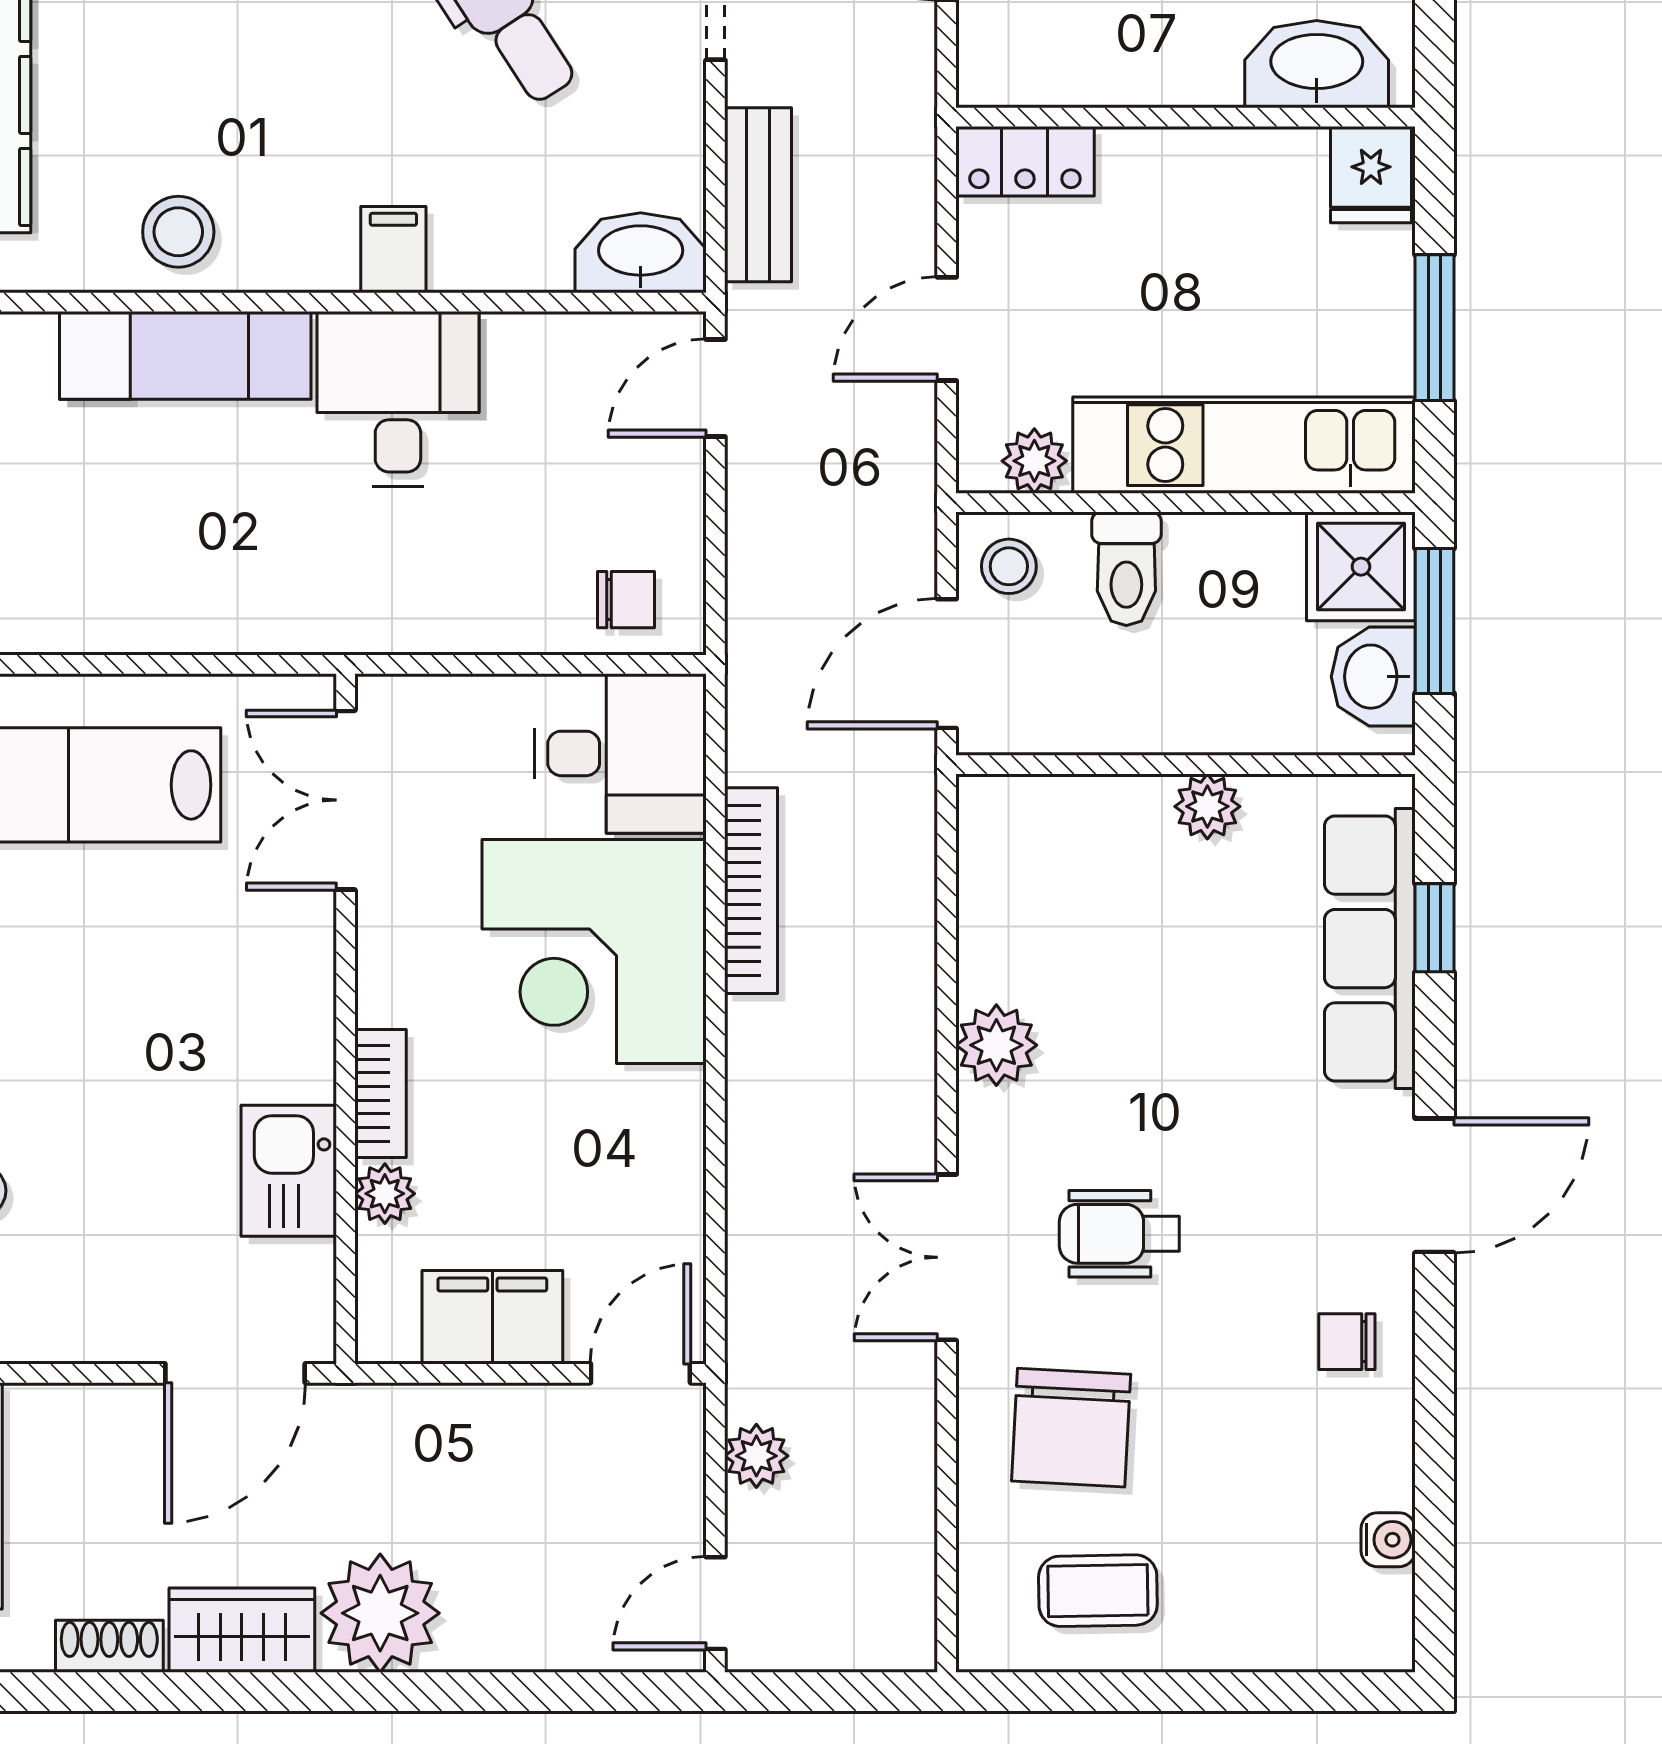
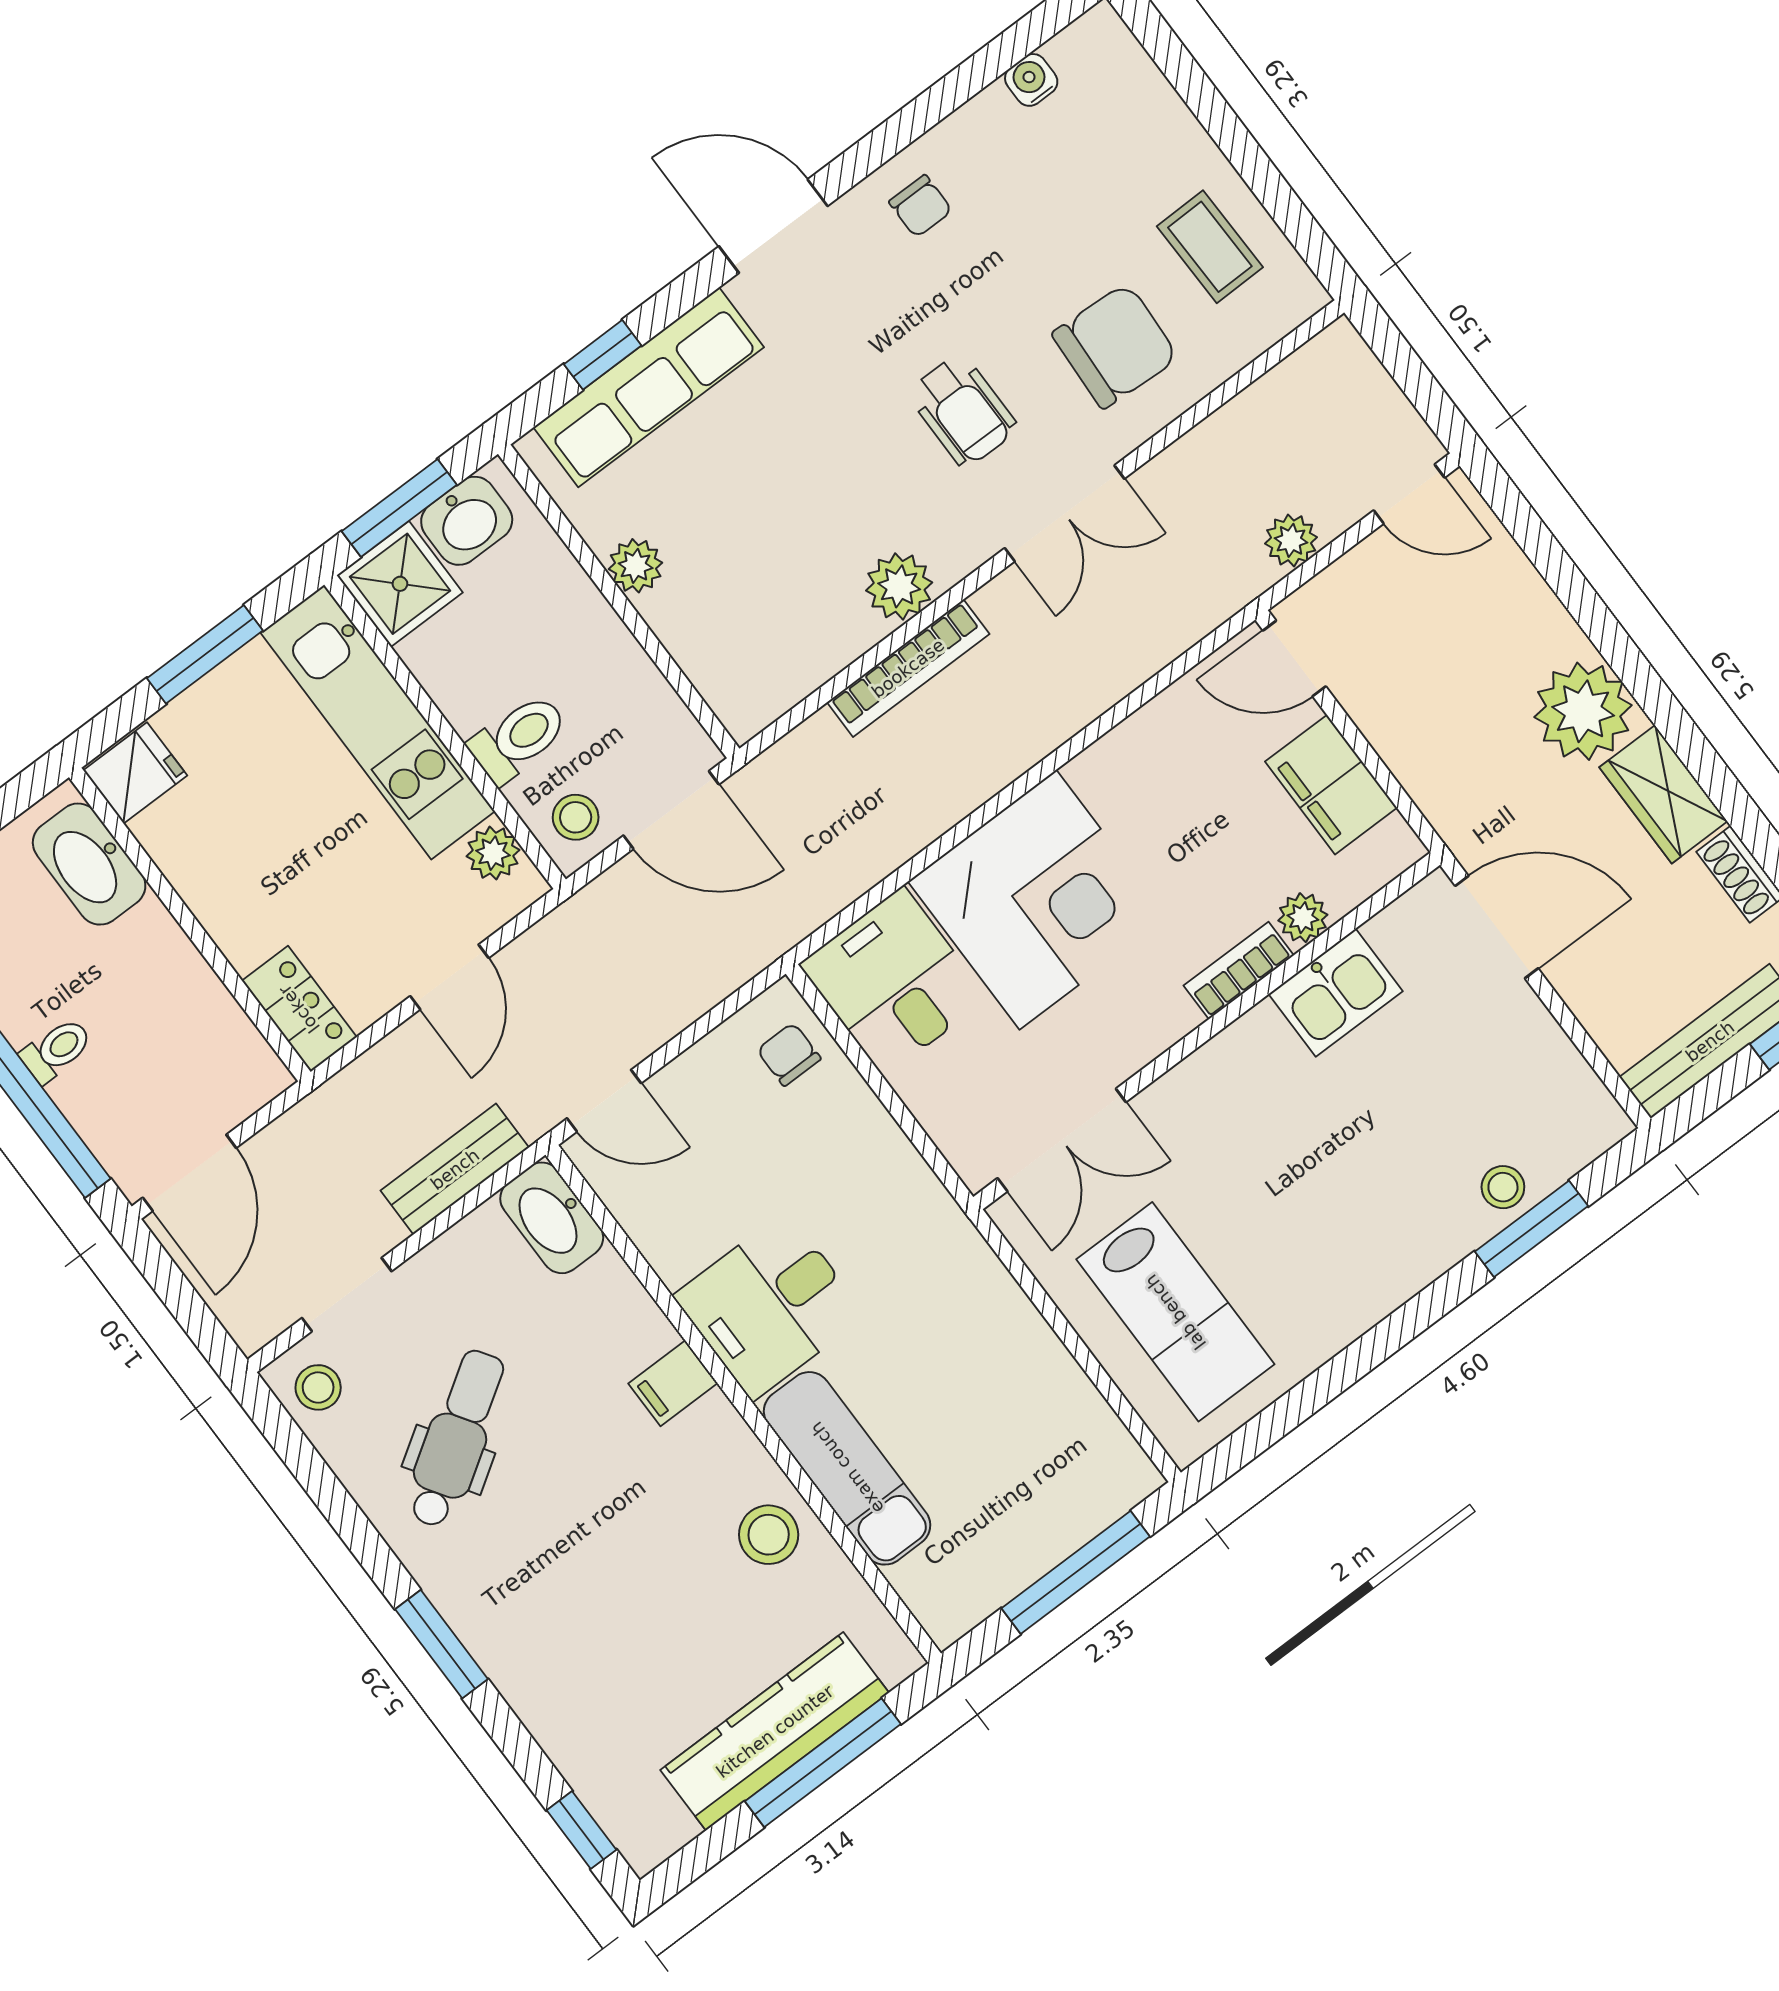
door: (947, 329) -> (449, 977), hinge flipped
bookcase: (751, 891) -> (908, 668), moved, turned 180

